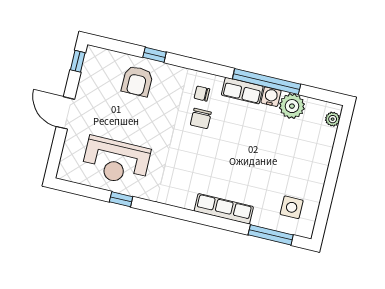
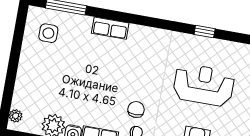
reception desk: (116, 161) -> (204, 85), moved
row of seats: (224, 209) -> (110, 28), width x0.68

